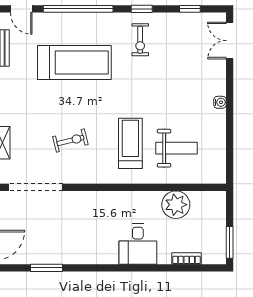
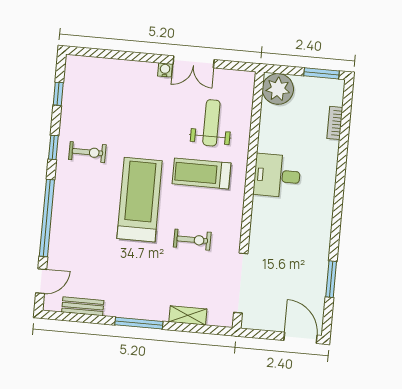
double door: (230, 41) -> (194, 62), moved
treadmill: (74, 63) -> (140, 200), moved
exercise bike: (70, 140) -> (192, 240), turned 104
plant: (176, 205) -> (278, 89), moved
desk: (138, 244) -> (277, 176), moved, turned 180

